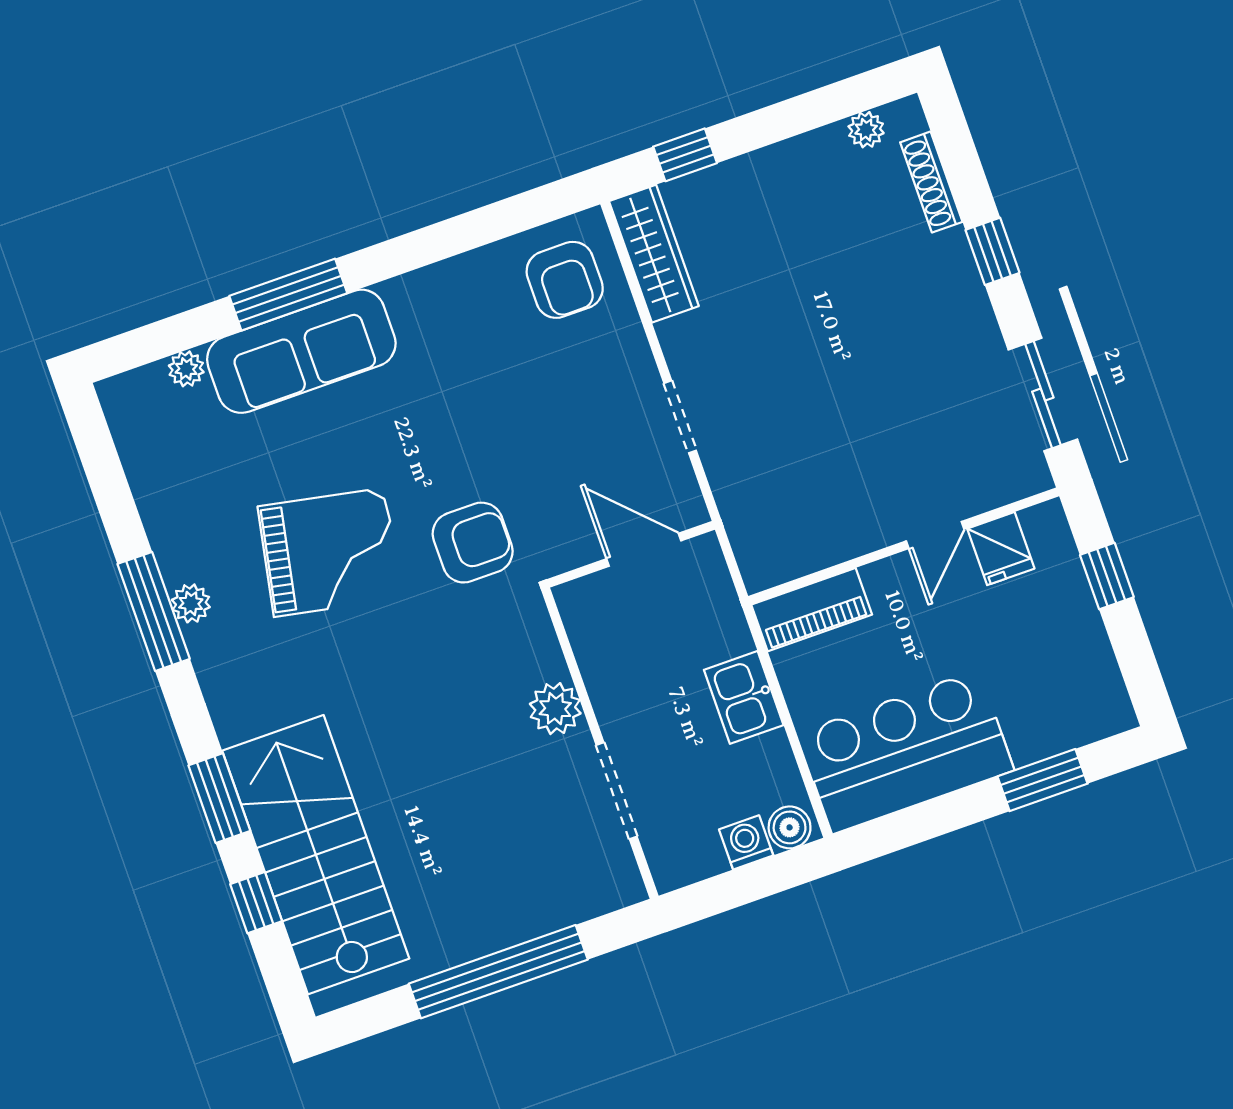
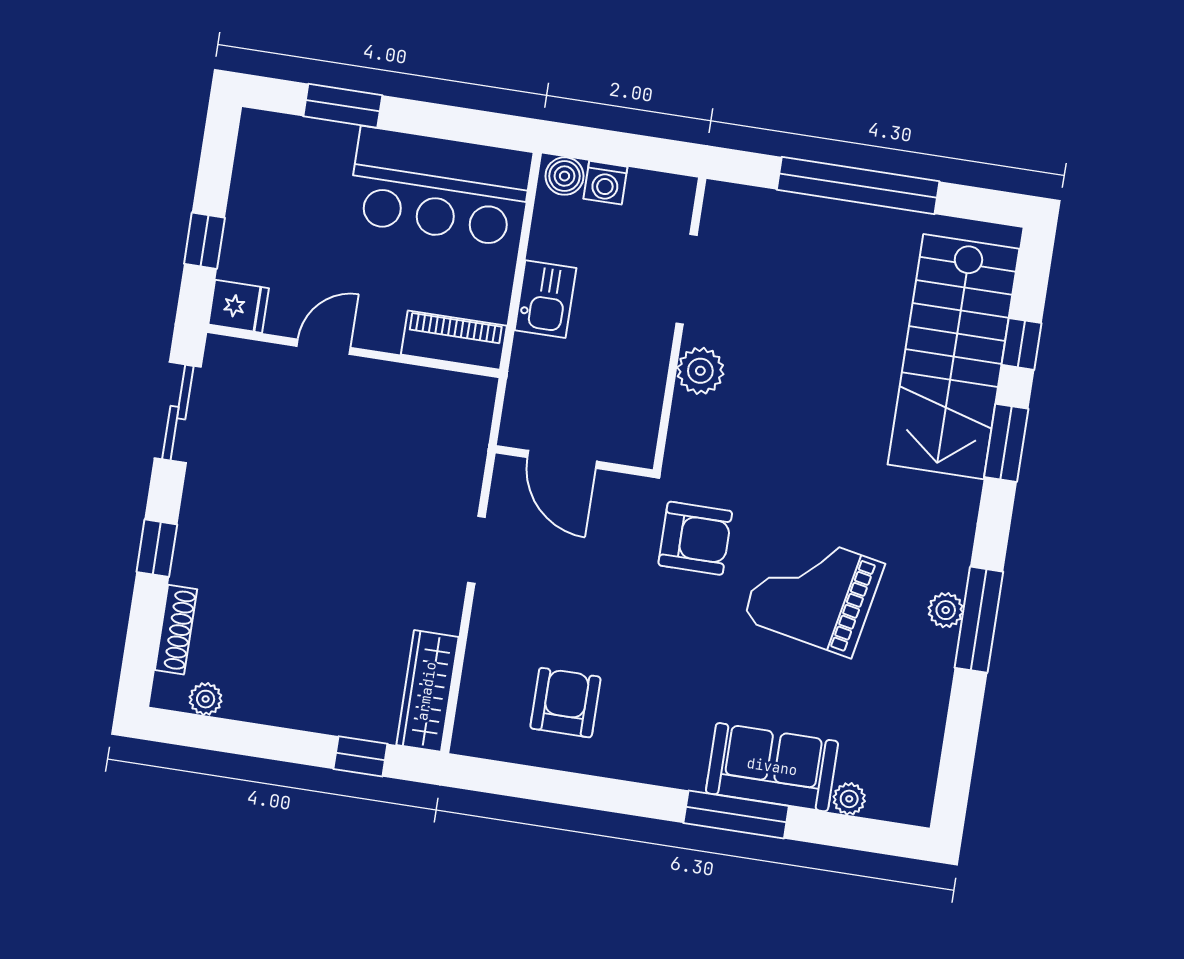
armchair: (565, 280) -> (565, 703), moved
sofa: (301, 351) -> (772, 767), width x0.73
armchair: (473, 543) -> (695, 538), turned 180
fridge: (1001, 549) -> (239, 306), moved, turned 90

